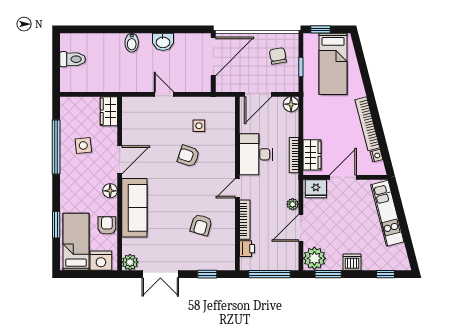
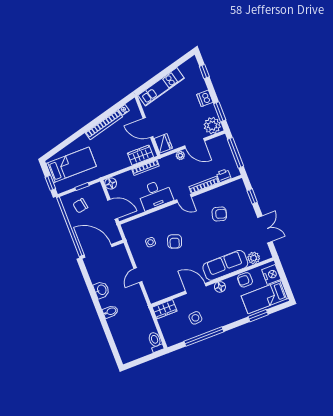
toilet: (73, 59) -> (155, 342), moved
plant: (130, 262) -> (254, 258), moved

